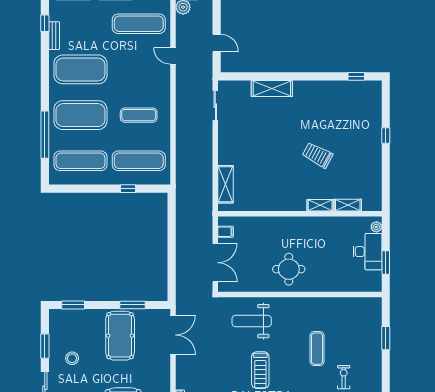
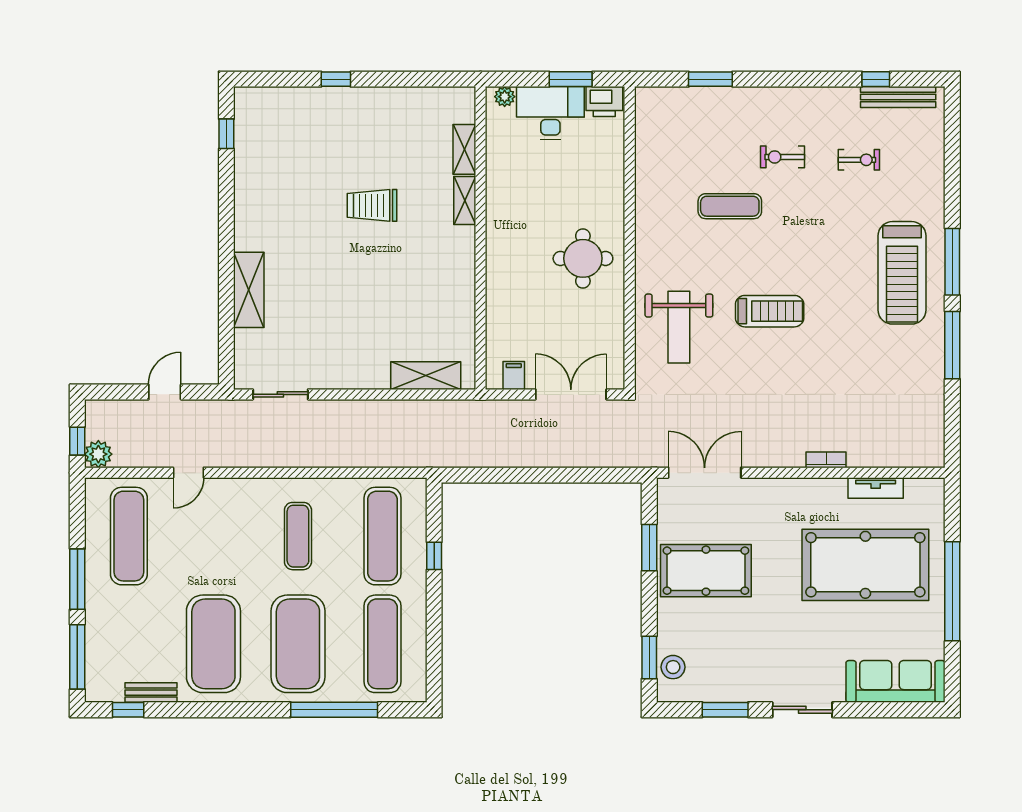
trolley: (318, 155) -> (372, 205), turned 62
printer: (374, 281) -> (604, 102), added
stool: (72, 358) -> (673, 667), moved

